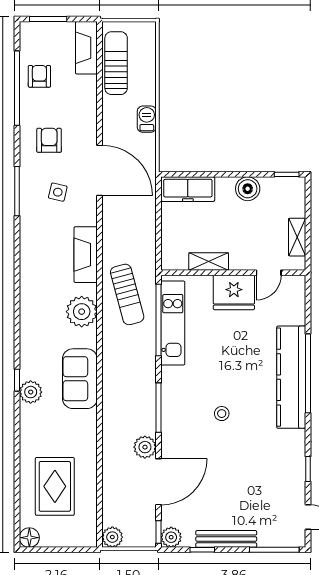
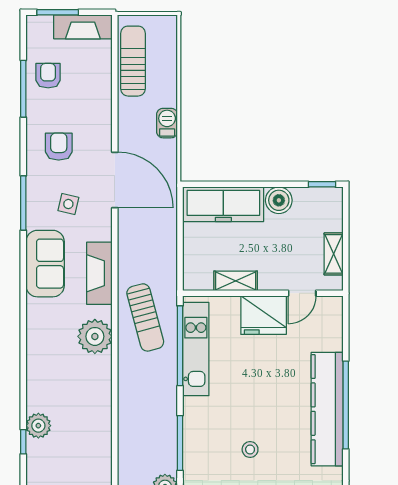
fireplace: (86, 48) -> (83, 27), moved, turned -90
window: (17, 88) -> (23, 89), width x0.68
freezer: (188, 189) -> (223, 204), width x1.36, depth x1.26
sofa: (80, 379) -> (45, 264), moved, turned 180
window: (17, 380) -> (23, 442), moved

